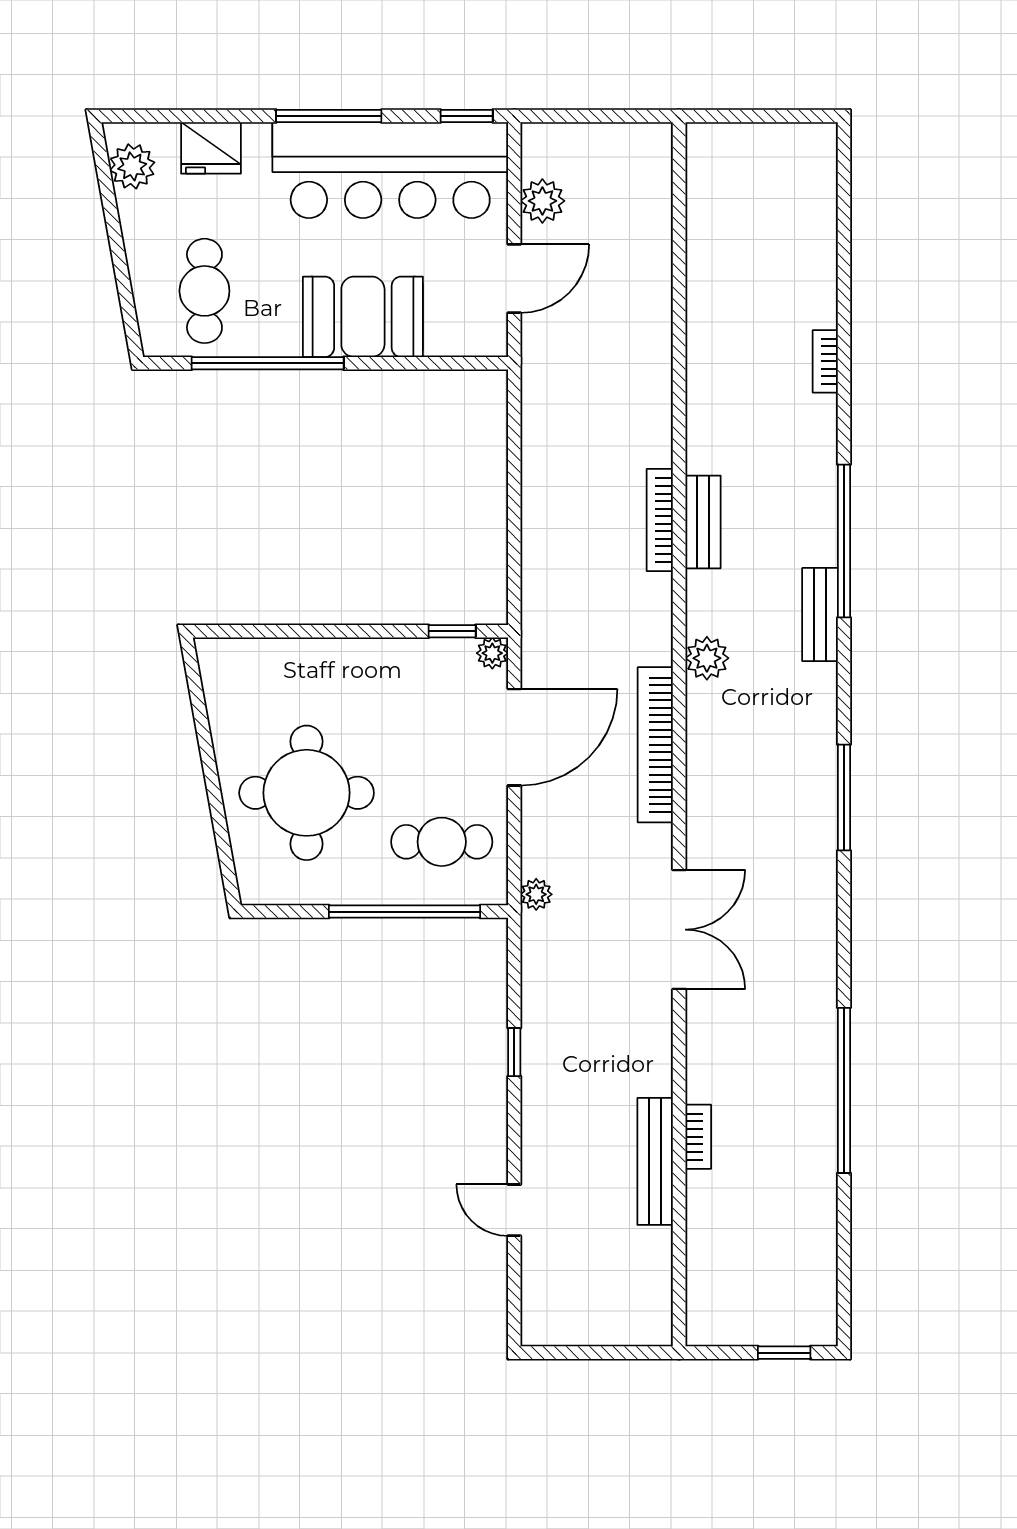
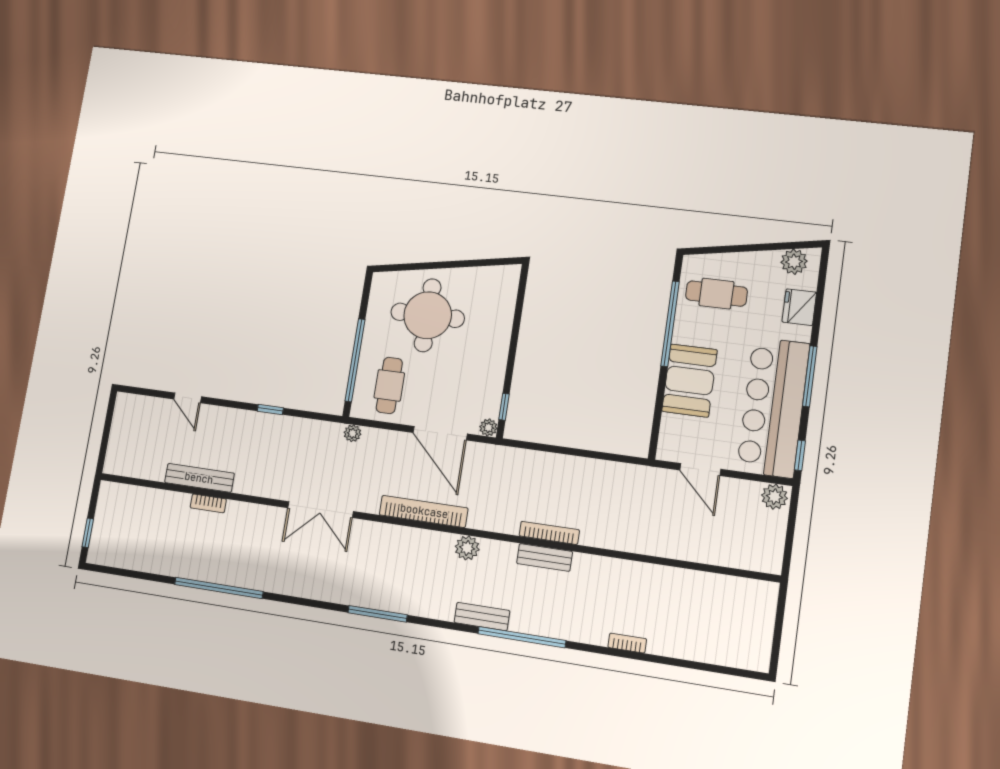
plant: (542, 201) -> (775, 497), moved
door: (514, 1210) -> (188, 398), swing flipped

